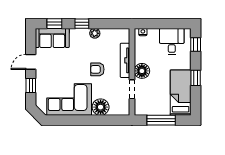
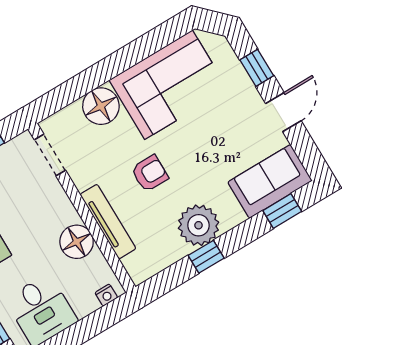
window: (82, 24) -> (206, 257), moved
plant: (95, 33) -> (199, 225), width x1.88, depth x1.88
floor lamp: (142, 71) -> (77, 242), moved
doorway: (132, 89) -> (50, 155), moved

